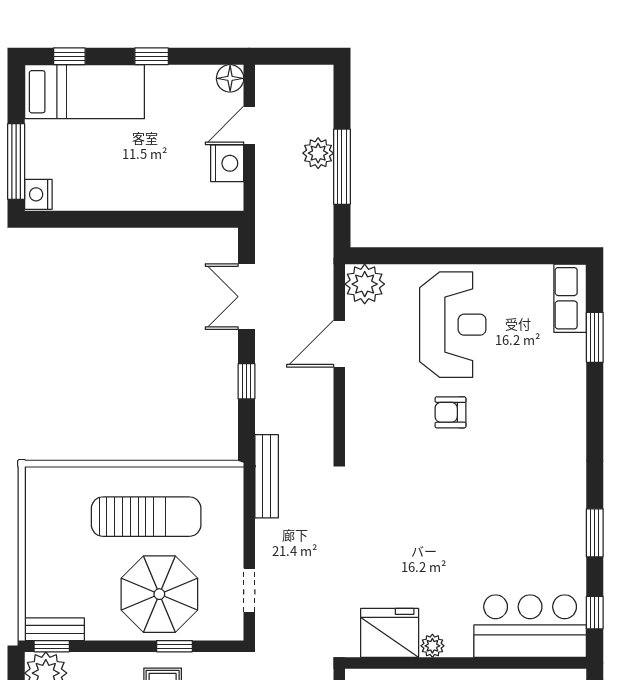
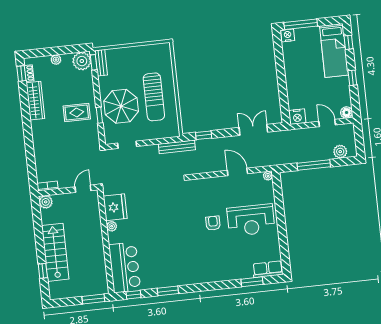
plant: (318, 153) -> (340, 152), moved
nightstand: (227, 163) -> (297, 117), moved
plant: (365, 284) -> (268, 176), width x0.53, depth x0.53
window: (246, 381) -> (204, 135), moved

